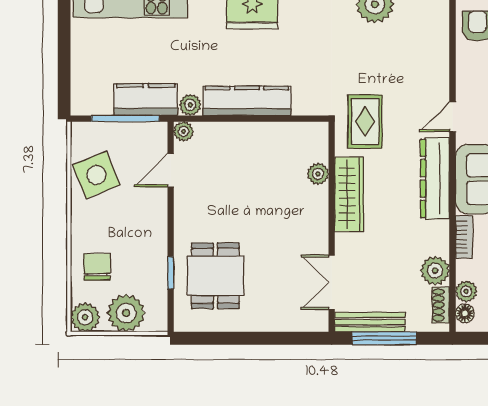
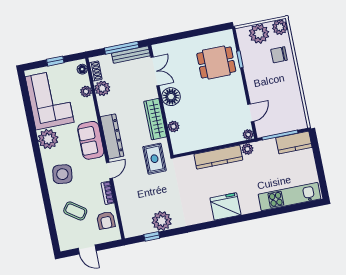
kitchen counter: (146, 100) -> (294, 143), moved
side table: (96, 175) -> (289, 103), removed
floor lamp: (312, 230) -> (171, 97), added
bookcase: (464, 237) -> (108, 193), moved
chair: (97, 267) -> (279, 55), turned 90
dining table: (215, 276) -> (216, 62), turned 90
plant: (466, 291) -> (86, 91), moved

